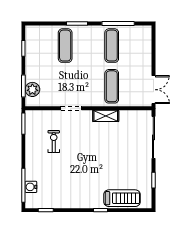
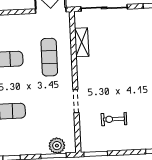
exercise mat: (112, 86) -> (49, 57), turned 90
shelving: (106, 116) -> (82, 42), moved

